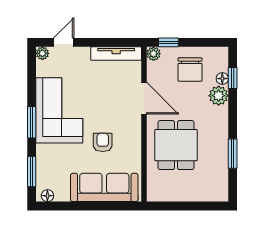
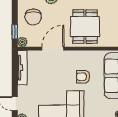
chair: (190, 69) -> (33, 17), turned 90
dining table: (176, 145) -> (85, 27), turned 90

